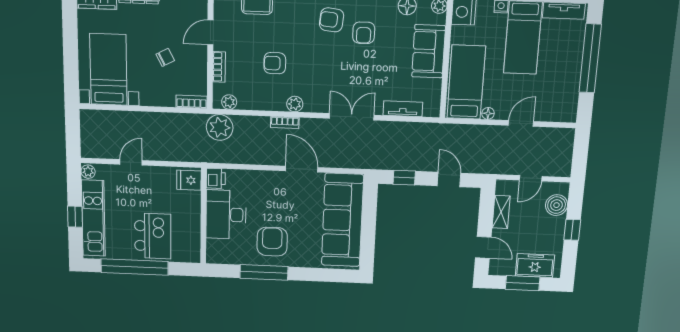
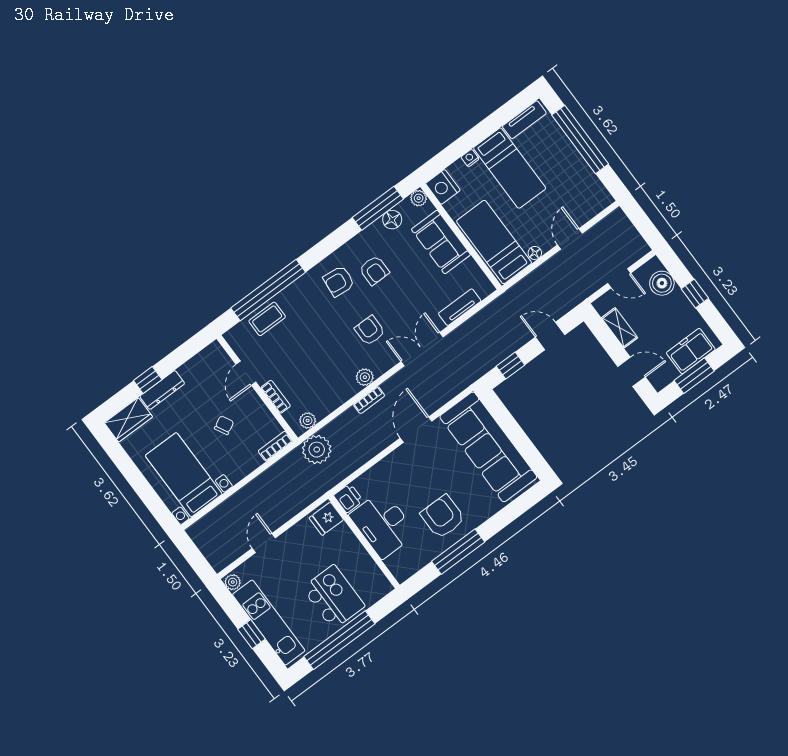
armchair: (275, 63) -> (370, 330), moved, turned 90
door: (302, 169) -> (416, 430), hinge flipped
door: (531, 178) -> (619, 278), hinge flipped

